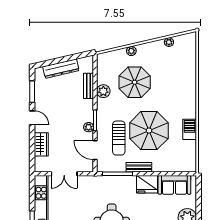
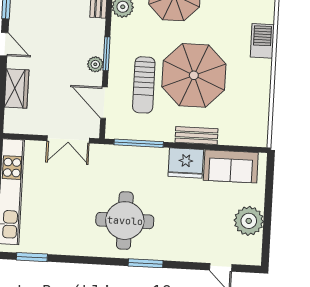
barbecue: (190, 129) -> (262, 41), moved
bench: (139, 167) -> (196, 136), moved
double door: (64, 174) -> (68, 139), moved

